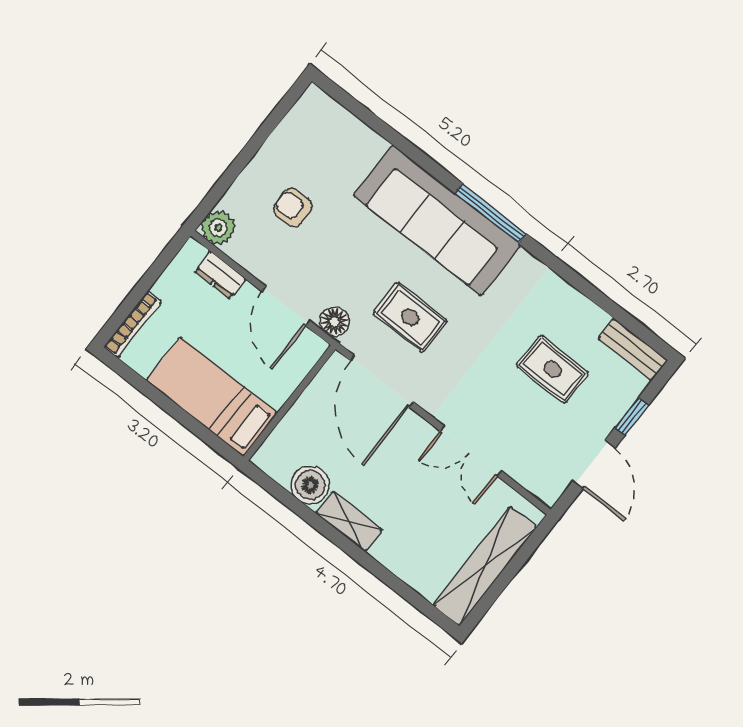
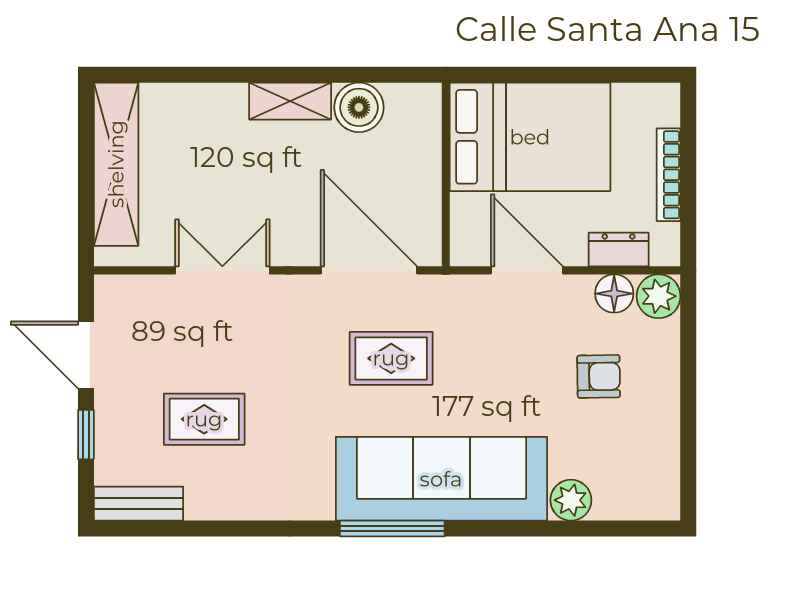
plant: (369, 146) -> (571, 500), added
floor lamp: (334, 321) -> (614, 294), moved
bookcase: (133, 324) -> (669, 175), moved
bed: (212, 397) -> (530, 137), width x1.50

